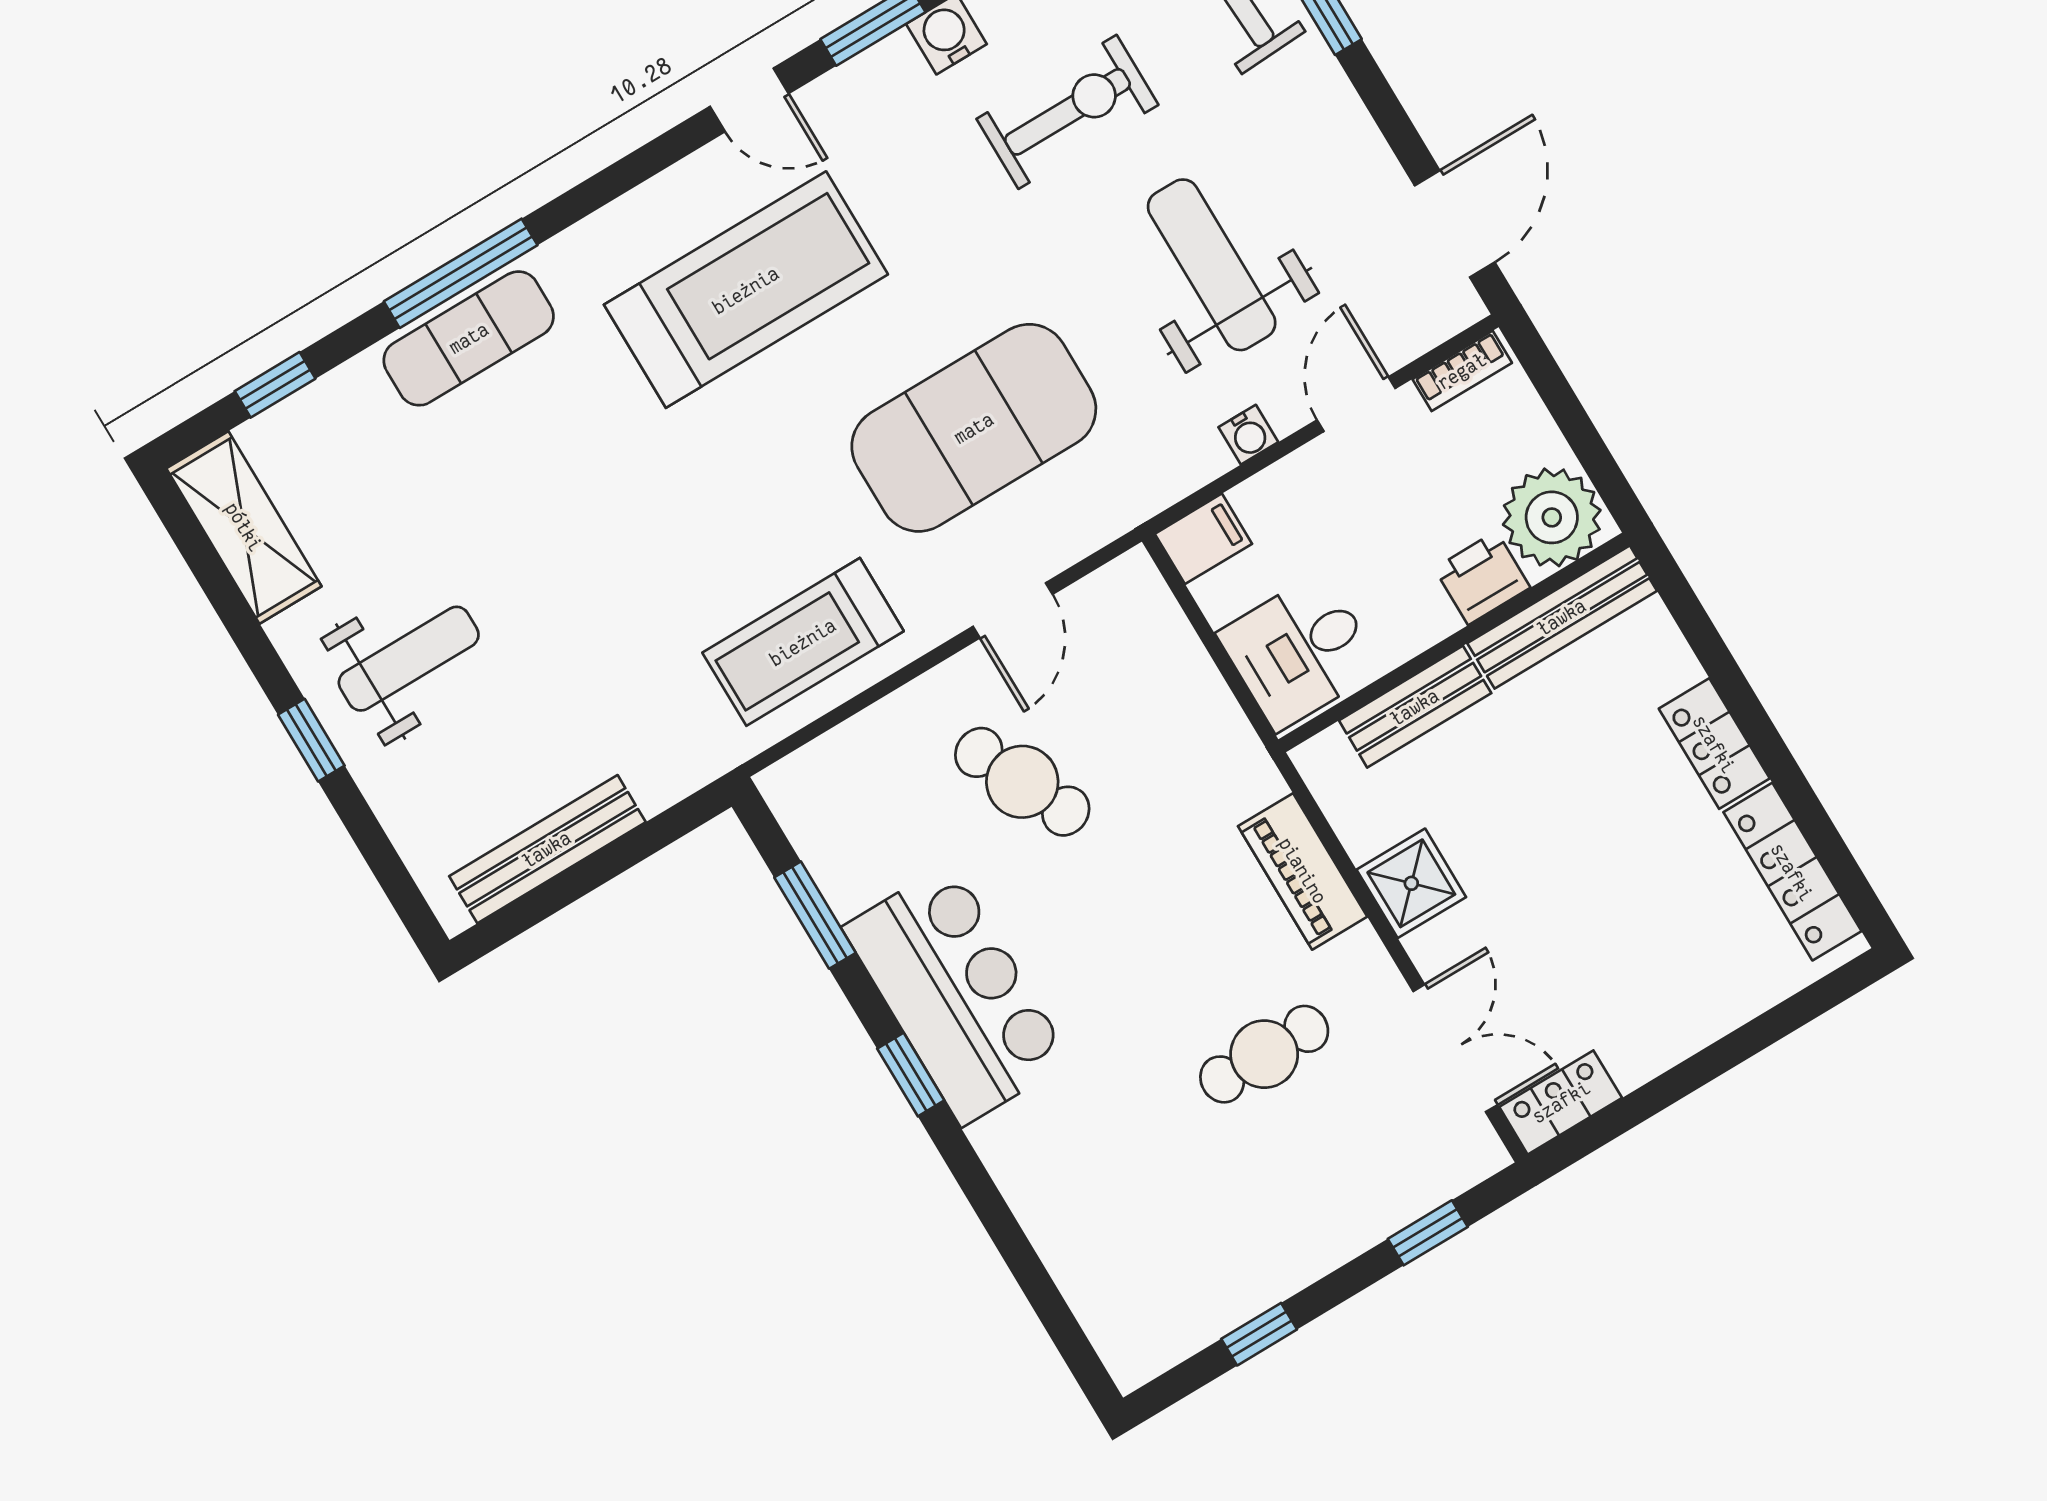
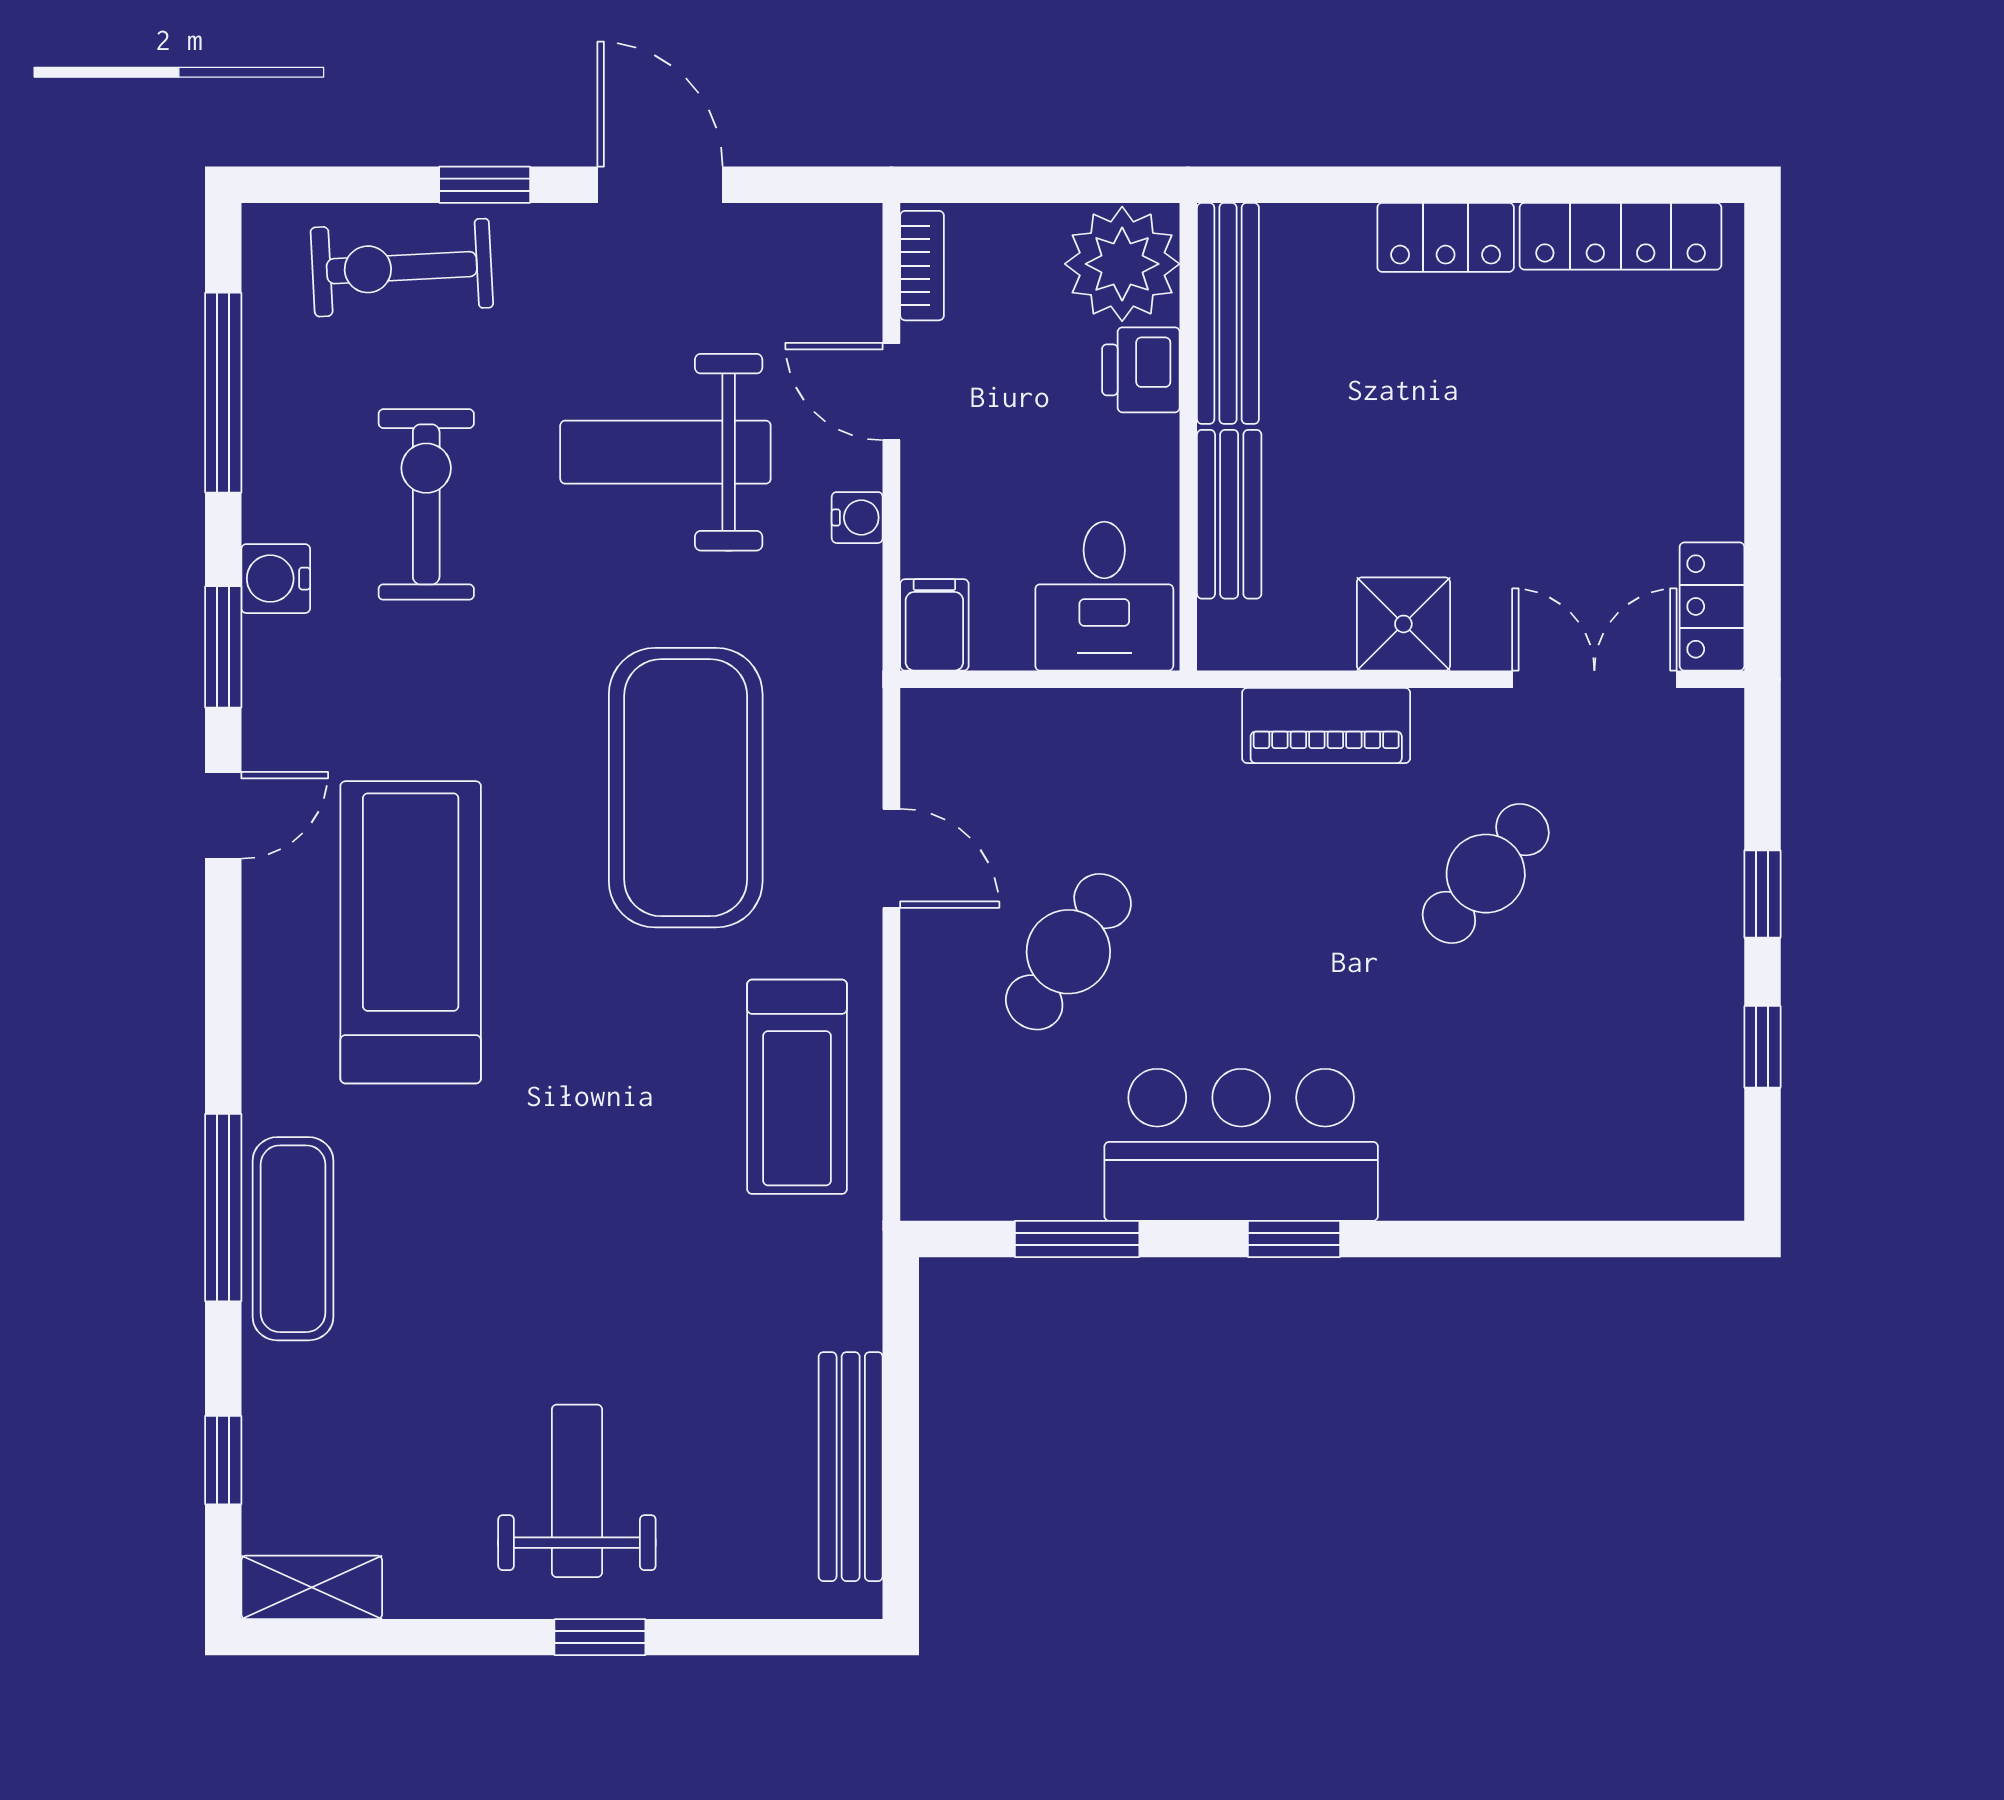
door: (1455, 224) -> (660, 185), moved
shelving: (244, 527) -> (312, 1587), width x0.67, depth x0.75
cafe table: (1022, 782) -> (1068, 952), turned -31
cafe table: (1264, 1054) -> (1486, 874), turned 40
window: (1428, 1233) -> (1762, 894), moved

